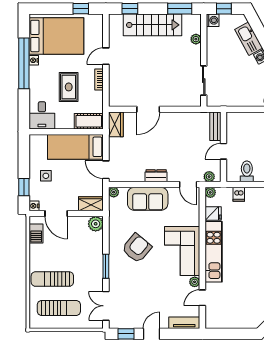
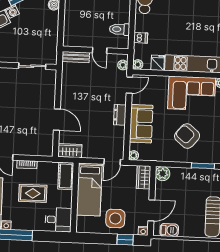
side table: (46, 176) -> (115, 219), width x1.87, depth x1.87

